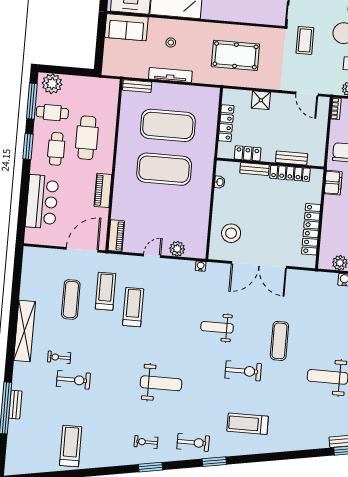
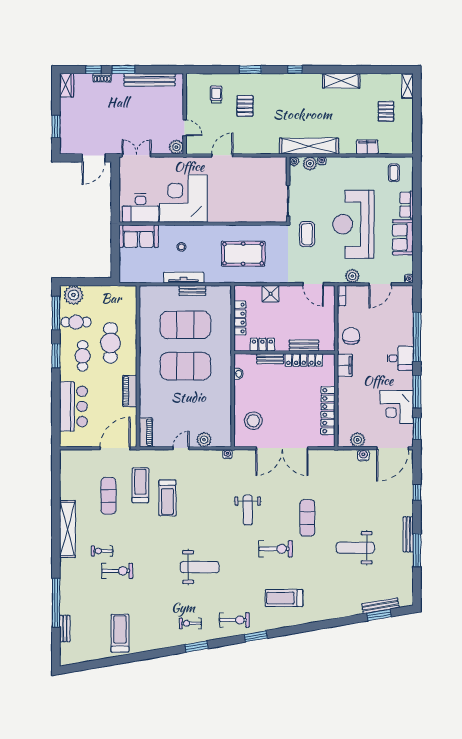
bench: (137, 86) -> (192, 291), moved
treadmill: (133, 307) -> (167, 498), turned 180
weight bench: (217, 327) -> (248, 510), turned -90
bench: (15, 405) -> (65, 629), moved

